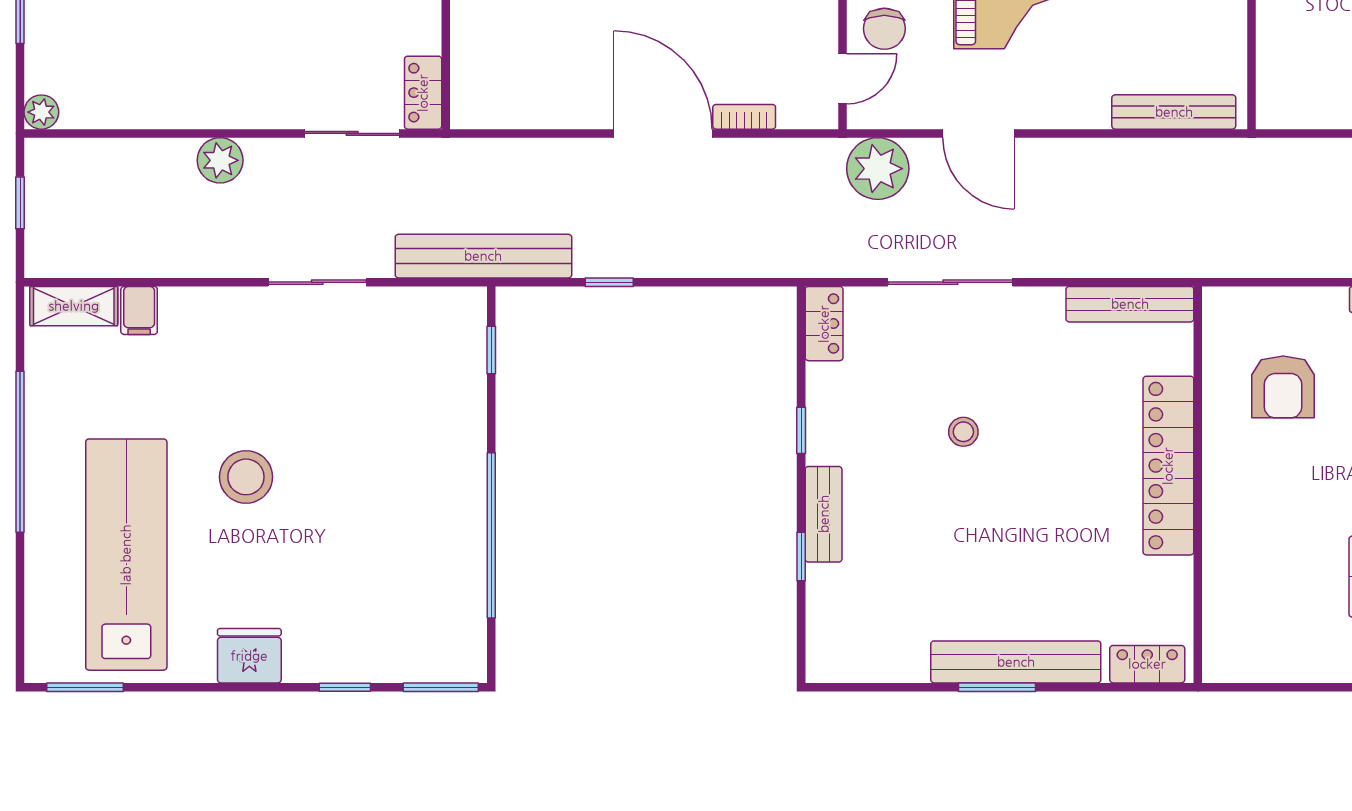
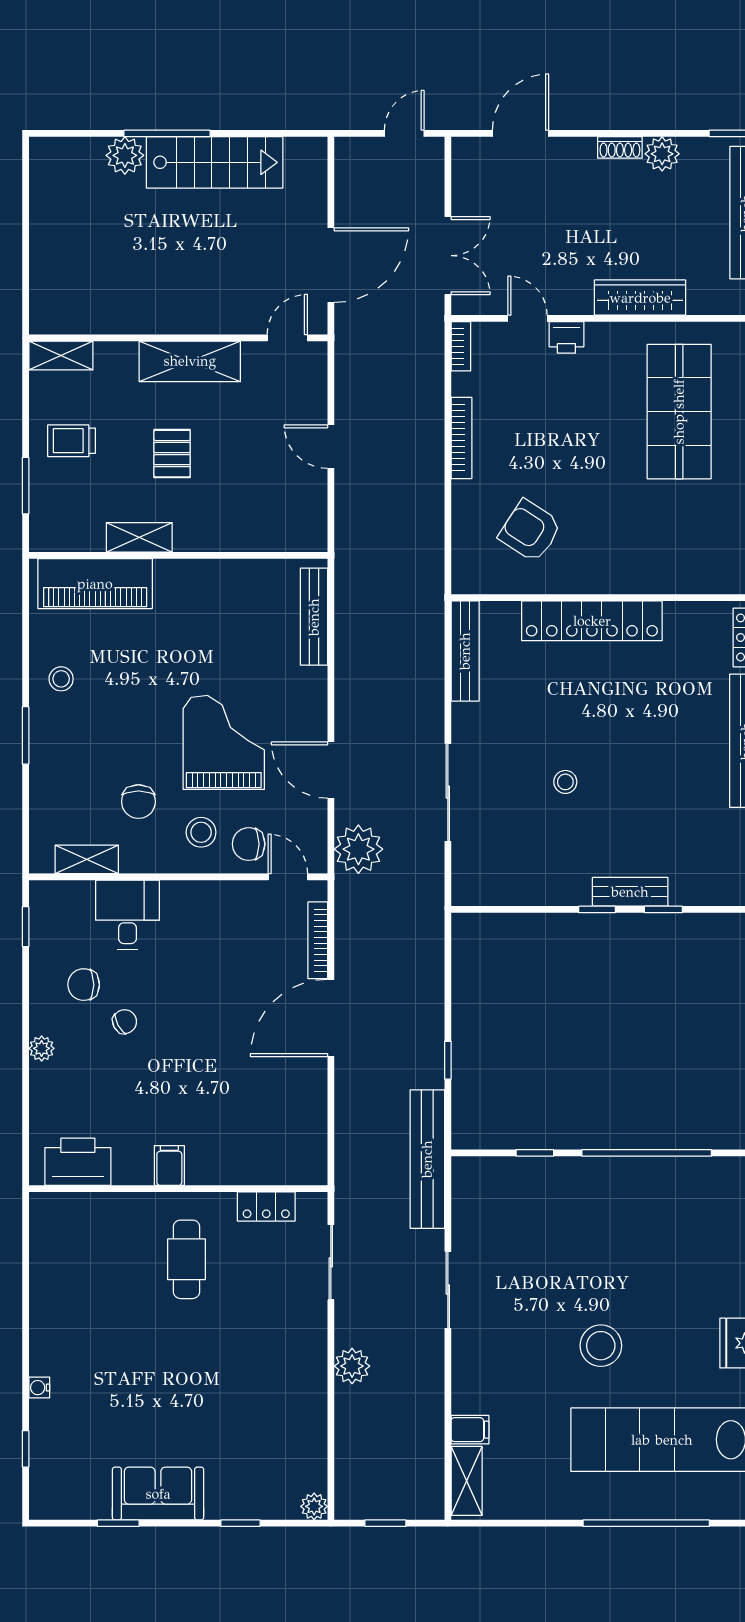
chair: (884, 29) -> (249, 844), turned 180
locker: (423, 93) -> (266, 1206), moved
bookcase: (744, 117) -> (318, 940), width x1.56
door: (978, 133) -> (331, 770), swing flipped
locker: (824, 324) -> (480, 891), removed
window: (491, 350) -> (535, 1153), moved
armchair: (1283, 387) -> (530, 531), turned -147
window: (801, 430) -> (597, 909), moved
window: (20, 452) -> (646, 1523), moved

